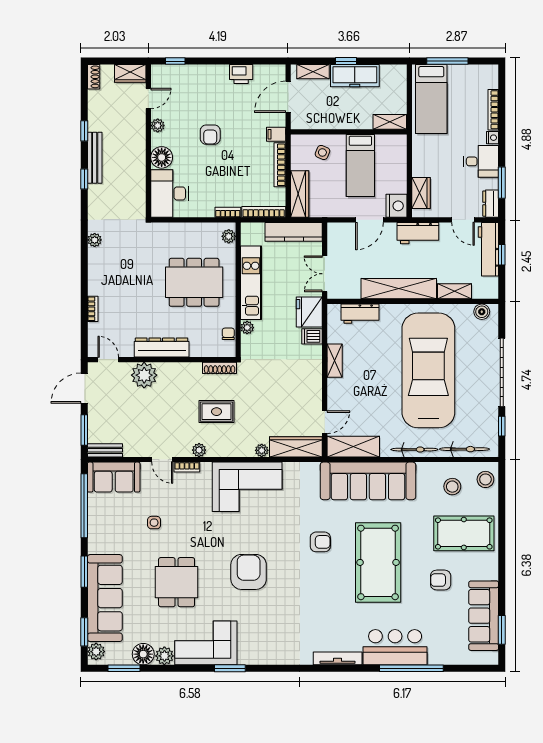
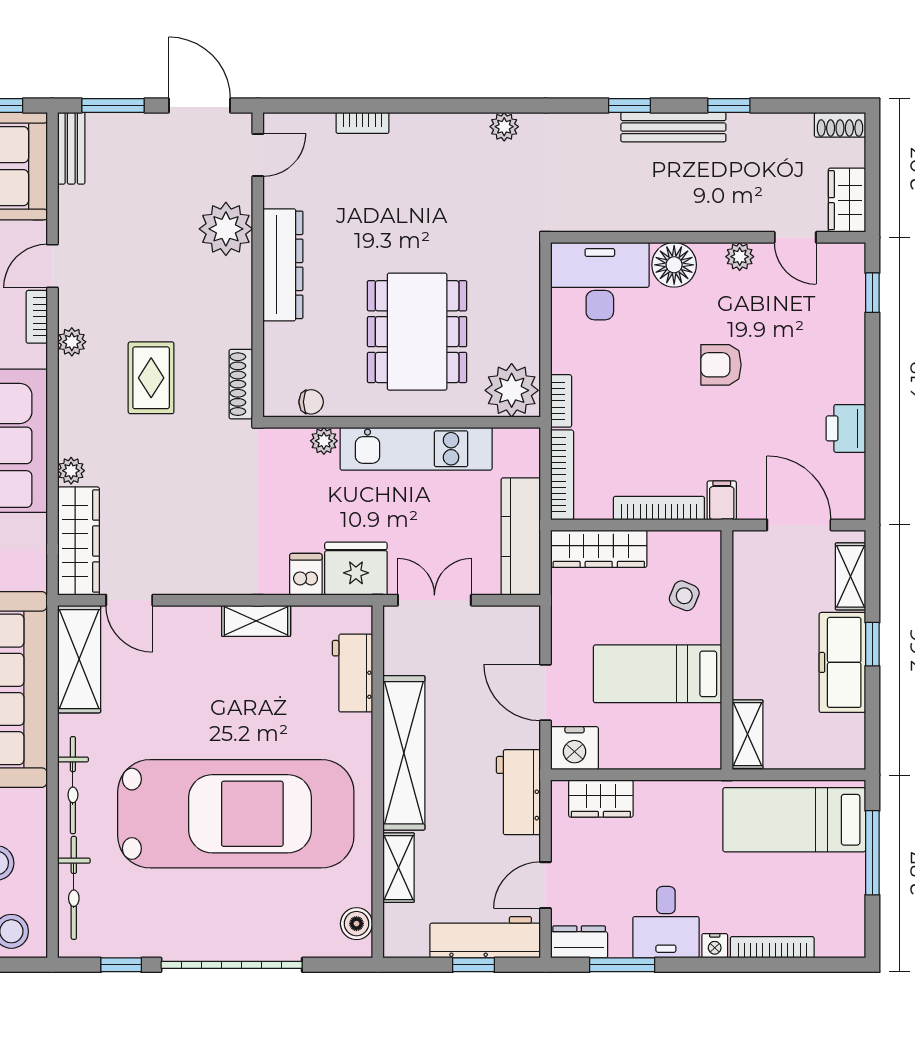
plant: (229, 236) -> (512, 390), width x1.88, depth x1.88

